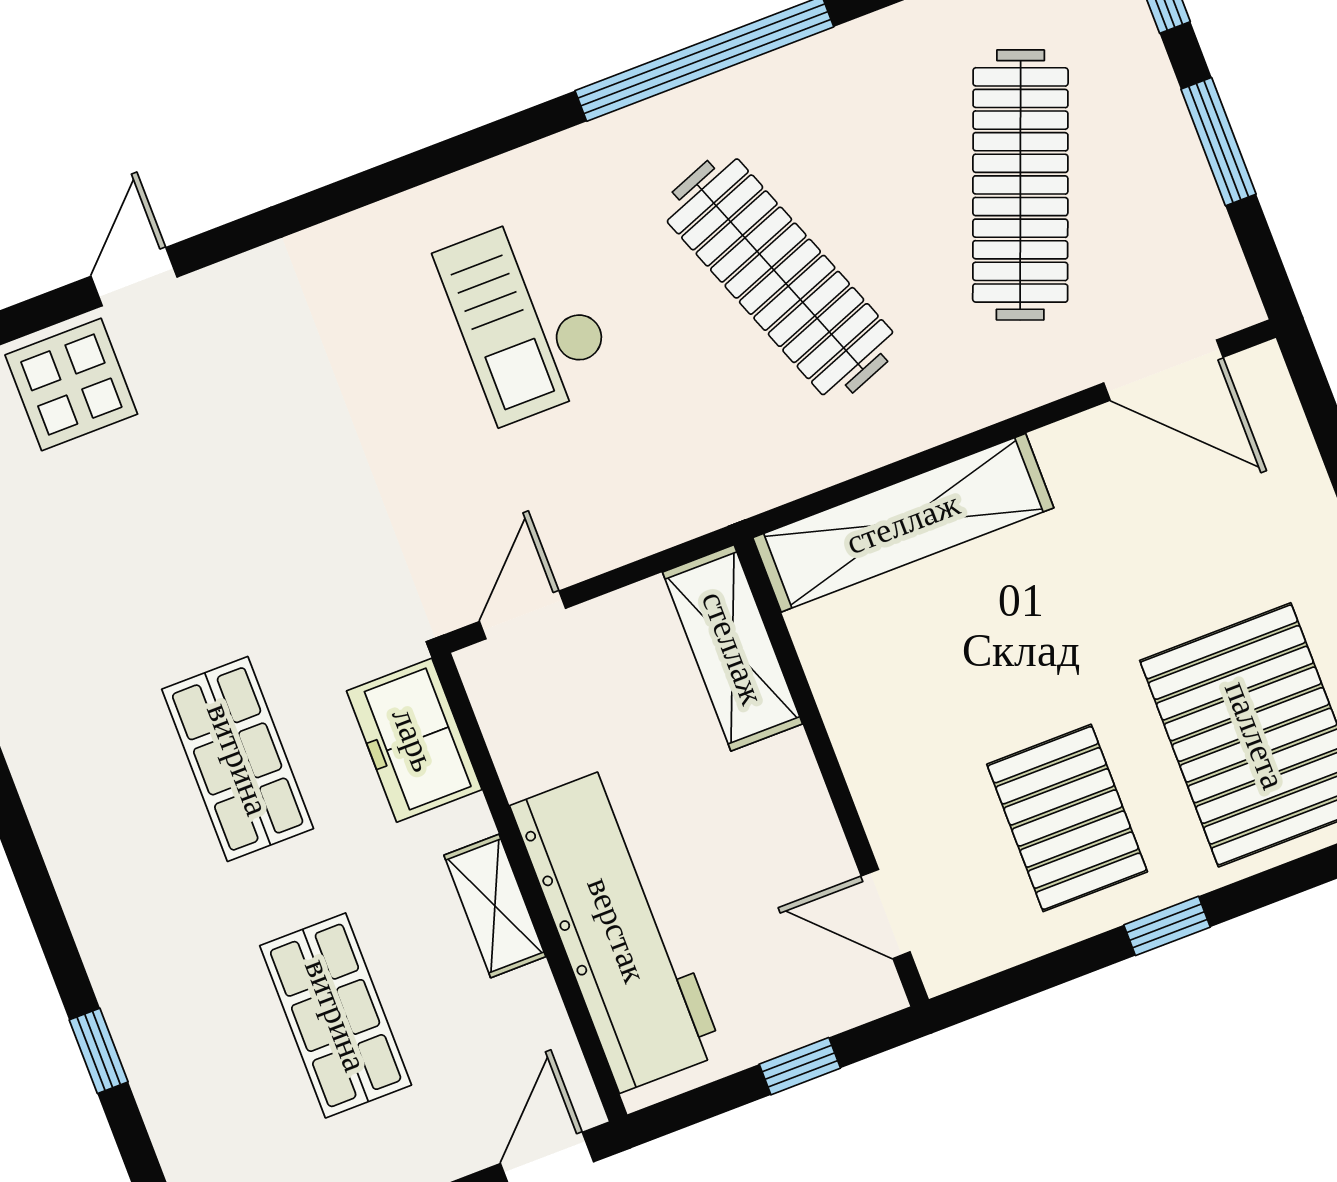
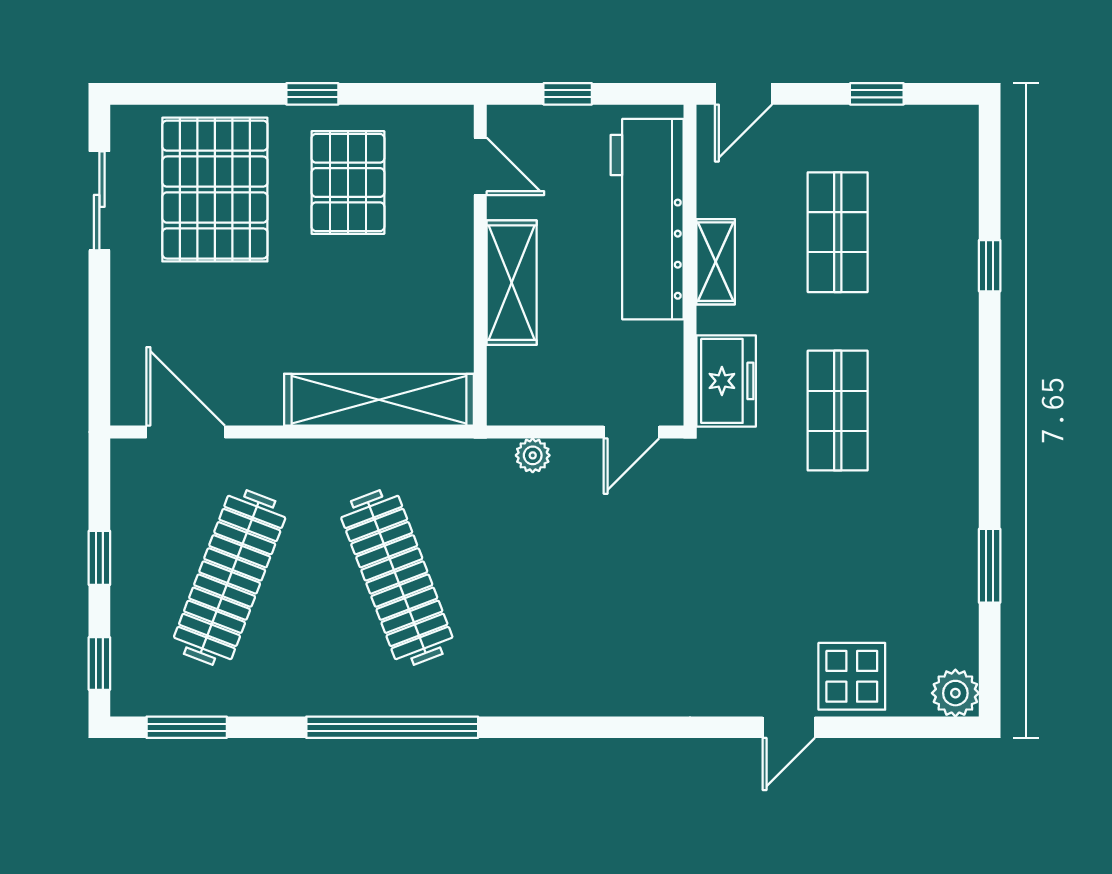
window: (1219, 142) -> (99, 558), width x0.67
checkout: (526, 317) -> (560, 612), removed
plant: (652, 527) -> (533, 455), added
shelving: (733, 648) -> (512, 283), moved

